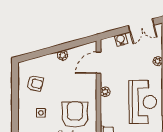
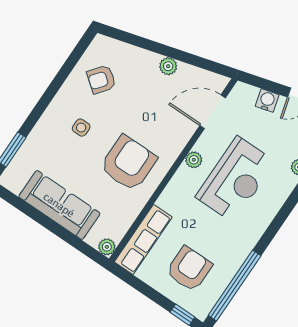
armchair: (35, 83) -> (101, 79), turned 115
reception desk: (143, 102) -> (235, 179), moved

